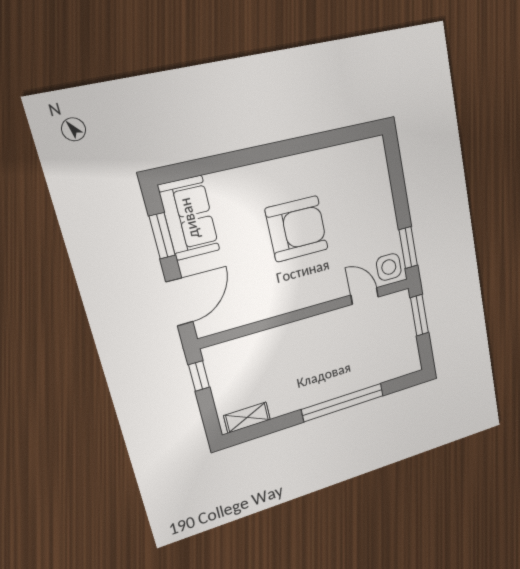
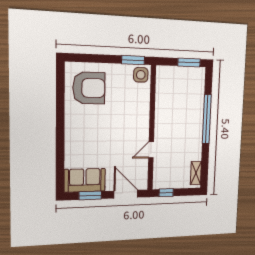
armchair: (297, 229) -> (89, 88), moved, turned 90
door: (365, 296) -> (151, 150), moved
window: (419, 315) -> (189, 62), moved

